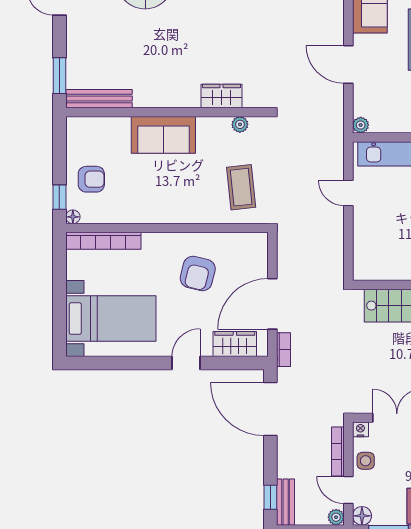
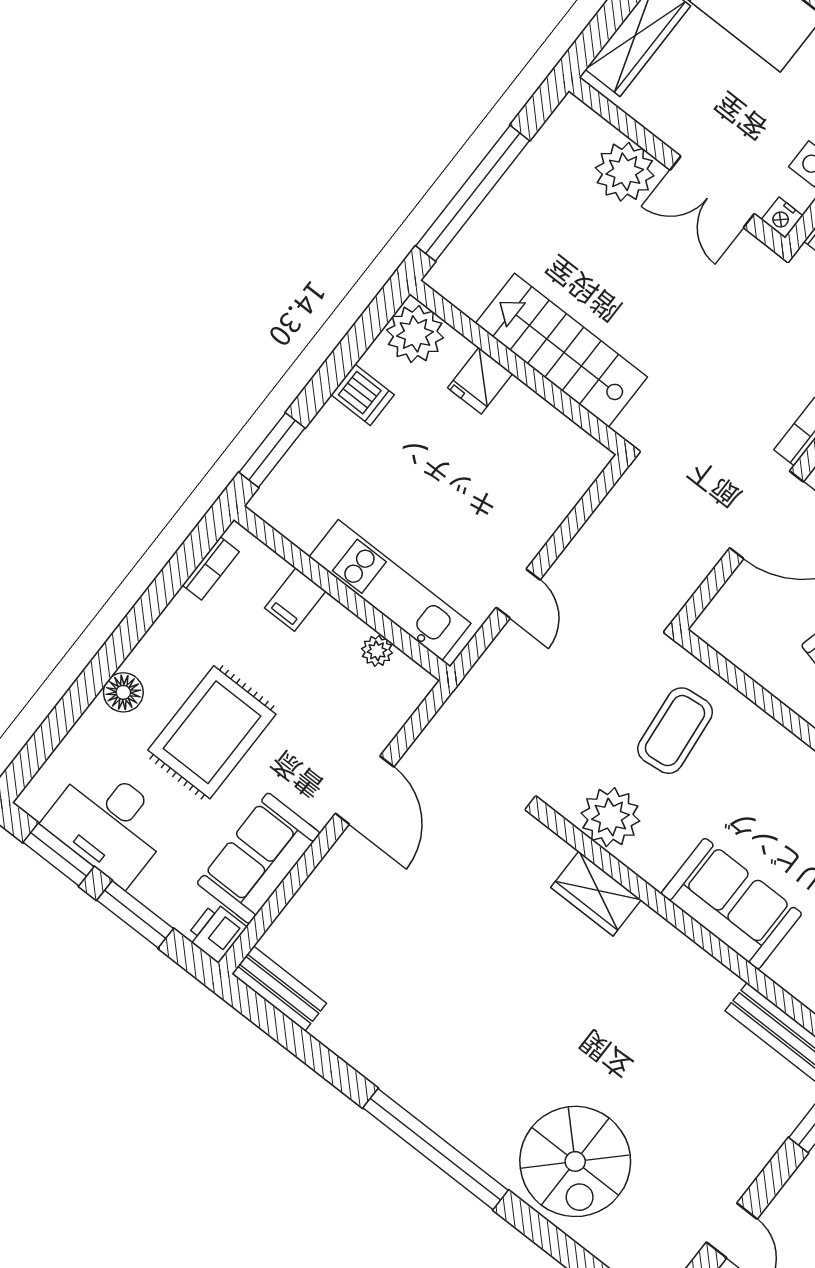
plant: (240, 124) -> (610, 817), width x1.88, depth x1.88
plant: (361, 125) -> (377, 651), moved

